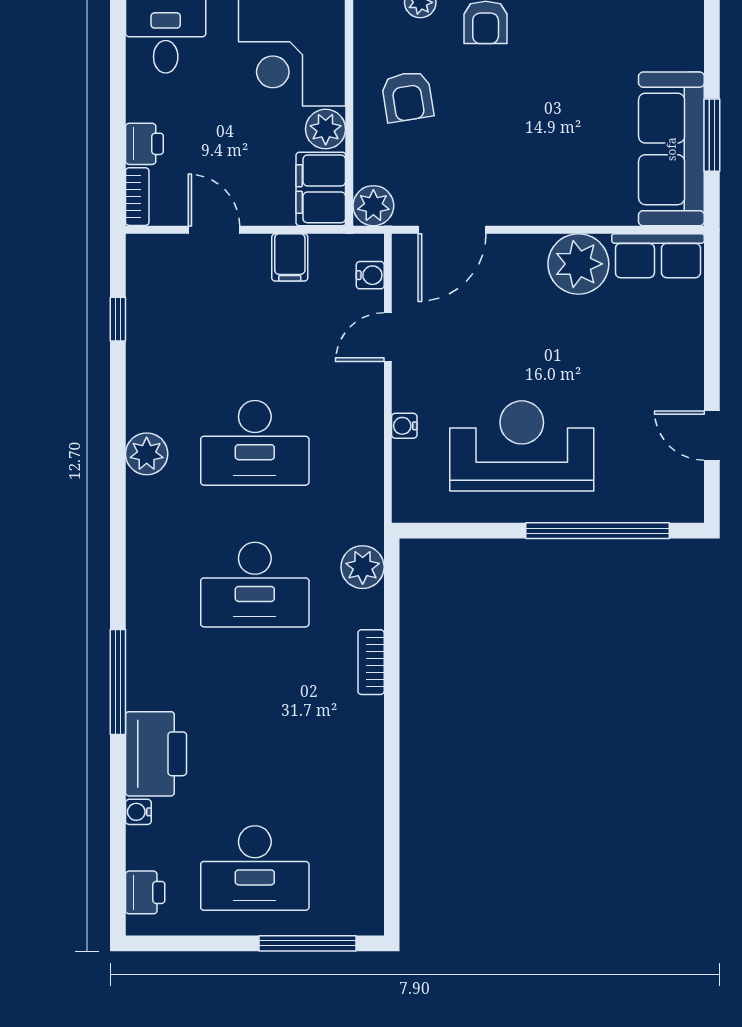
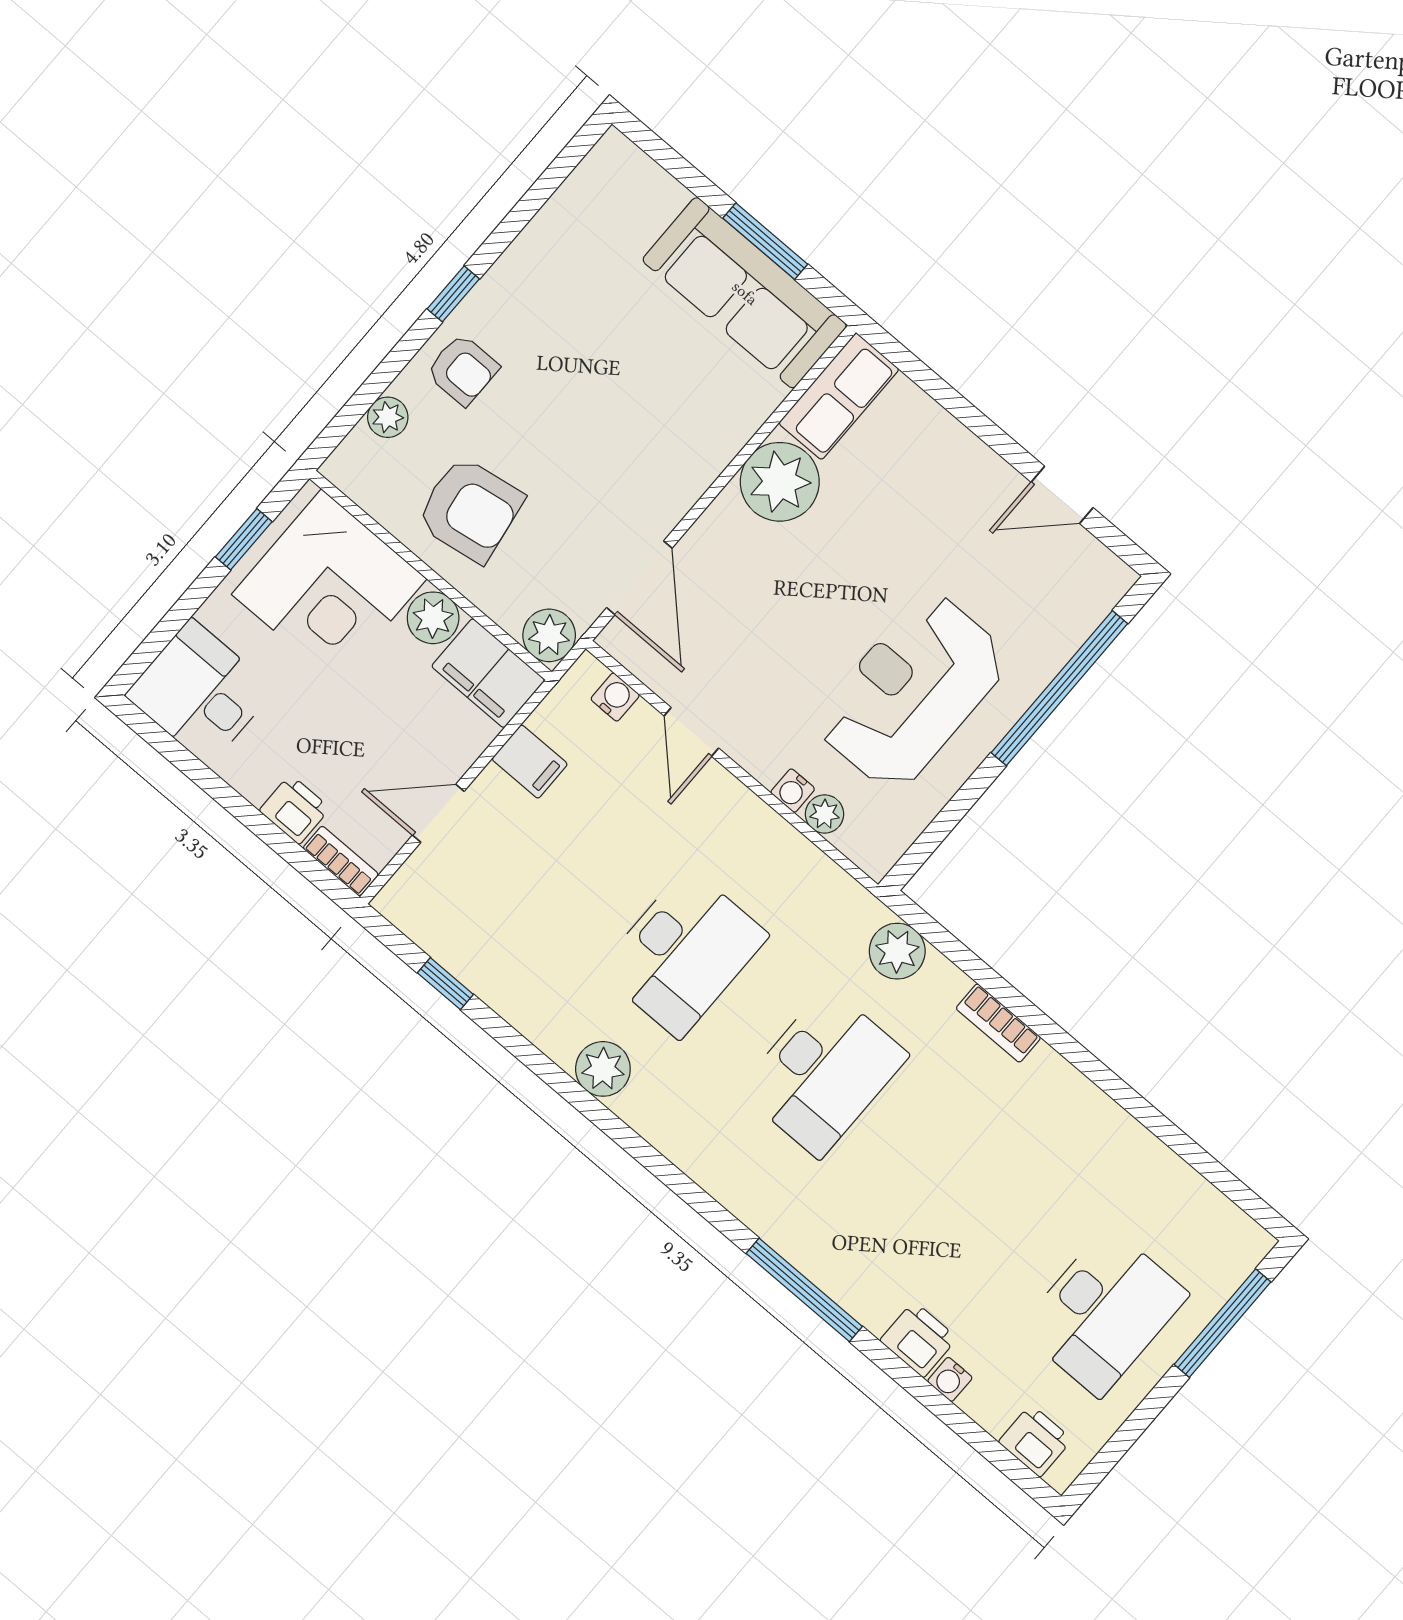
armchair: (407, 97) -> (470, 510), width x1.38, depth x1.38
plant: (406, 456) -> (825, 814), added
printer: (156, 754) -> (918, 1339), width x0.53, depth x0.68

